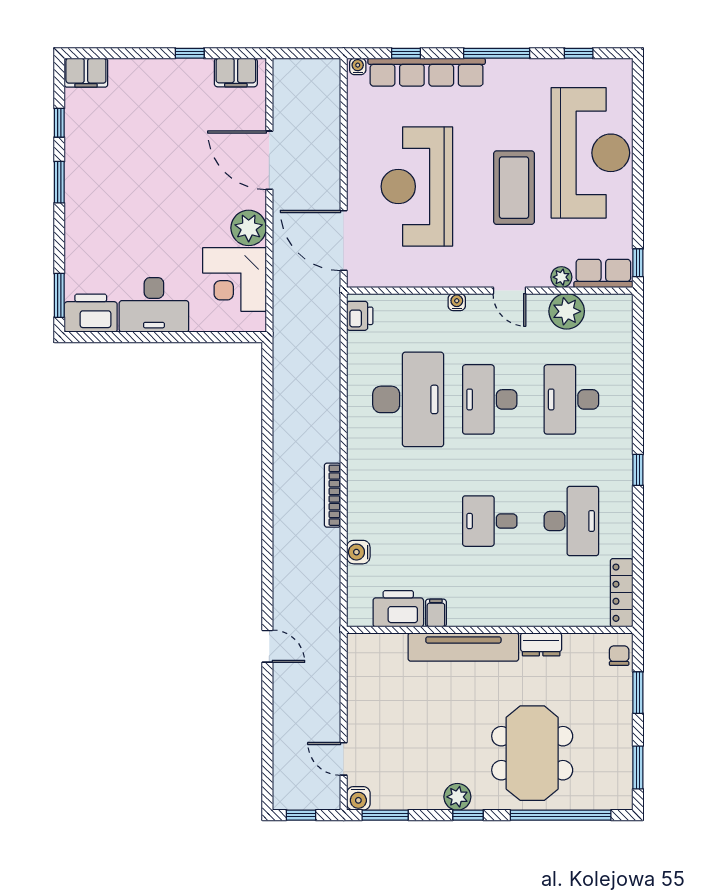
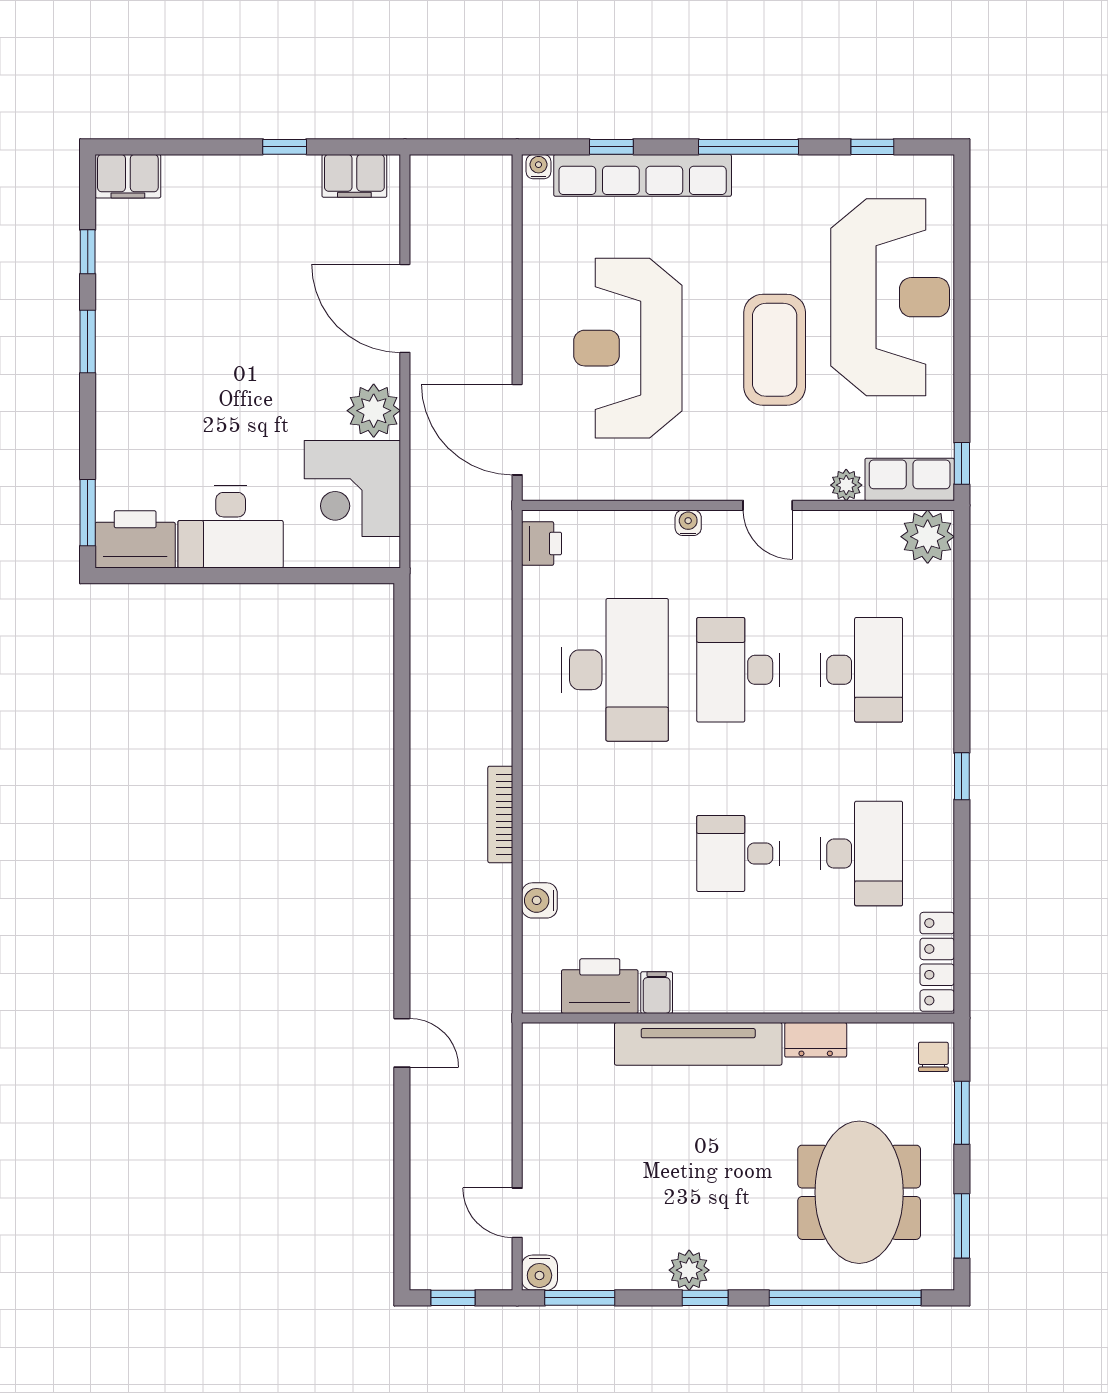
plant: (567, 311) -> (928, 537), moved
desk: (571, 399) -> (861, 670), turned 180
meeting table: (532, 753) -> (859, 1192), moved

